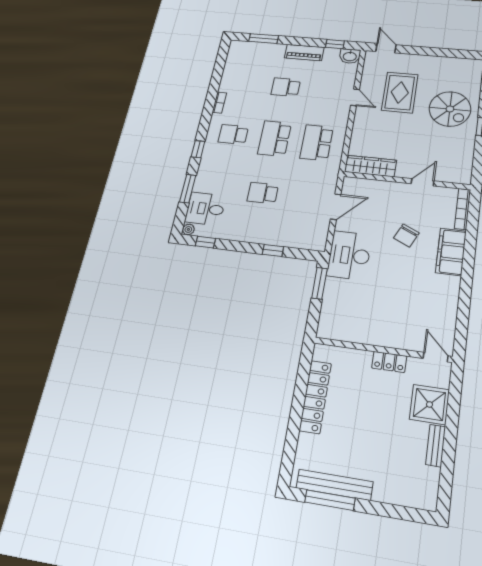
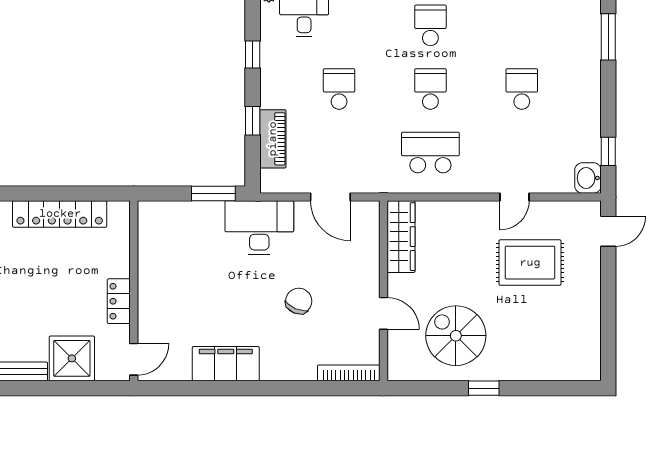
piano: (304, 53) -> (273, 139), moved, turned 180
spiral stairs: (450, 109) -> (456, 336), moved, turned 90
school desk: (275, 139) -> (430, 89), width x0.54
chair: (406, 236) -> (299, 301), turned 88
window: (205, 242) -> (253, 54), moved
filing cabinet: (451, 252) -> (226, 364), moved

